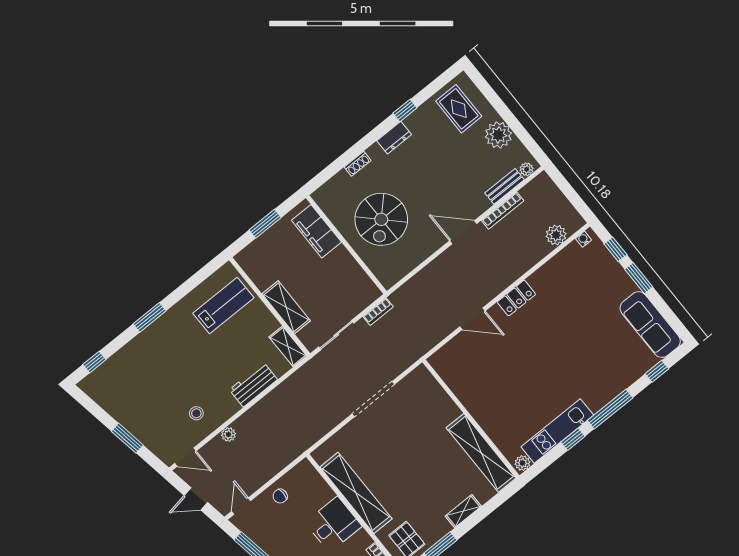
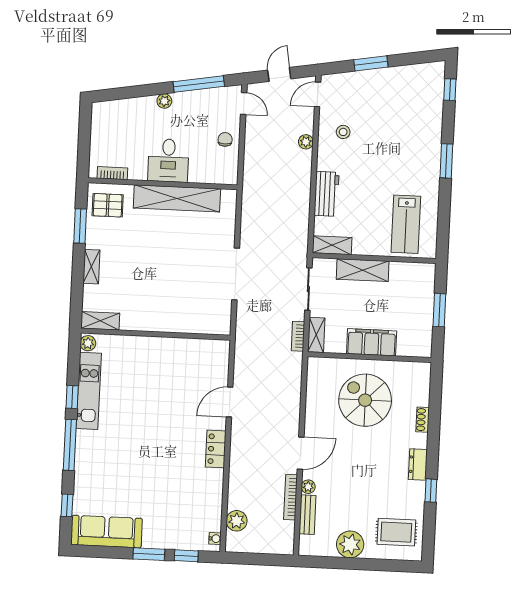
plant: (527, 169) -> (308, 487), moved
filing cabinet: (316, 231) -> (372, 342), moved
shelving: (365, 299) -> (316, 335), added
shelving: (481, 453) -> (100, 321), width x0.45, depth x0.75

